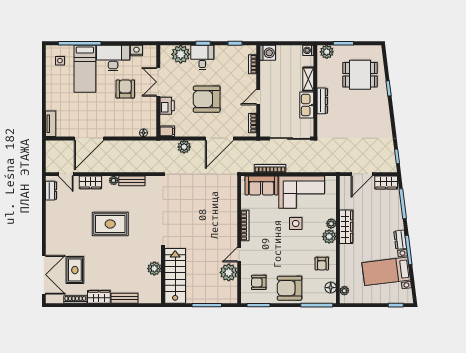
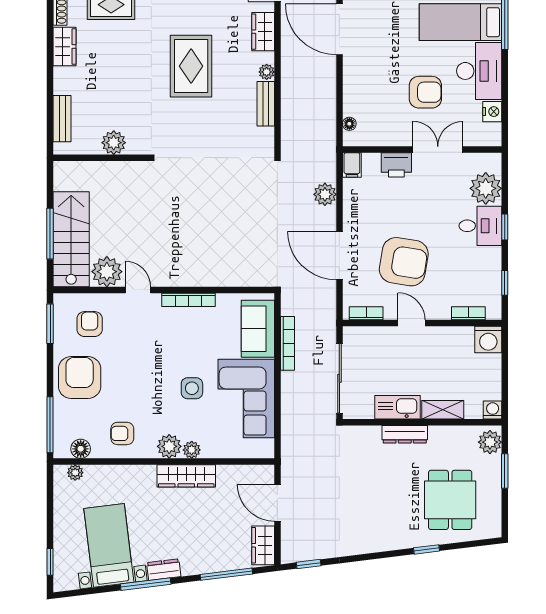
armchair: (207, 99) -> (404, 262), moved, turned 99
stairs: (175, 276) -> (71, 239), moved, turned -90
bench: (124, 298) -> (62, 119), moved

